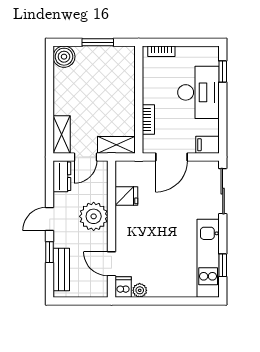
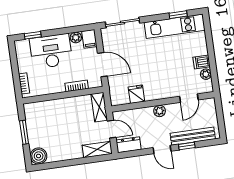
plant: (212, 127) -> (76, 37), added
plant: (94, 216) -> (160, 111), width x0.53, depth x0.53
bench: (61, 269) -> (193, 136), width x1.36
dishwasher: (123, 287) -> (202, 62), moved

